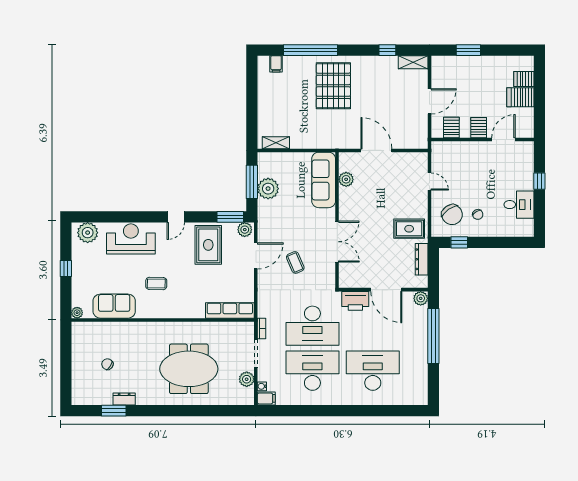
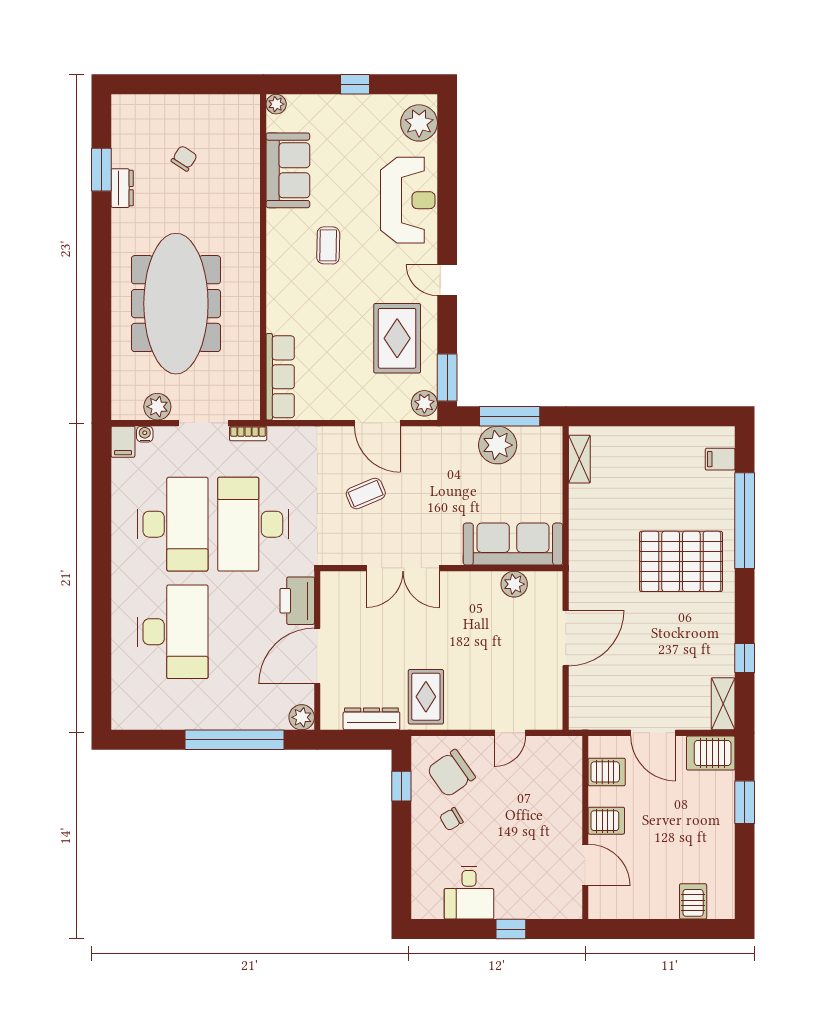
server rack: (520, 97) -> (711, 753), moved, turned -90
rug: (208, 245) -> (397, 338), turned 90
meeting table: (189, 369) -> (176, 304), width x1.36

